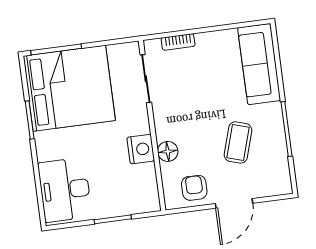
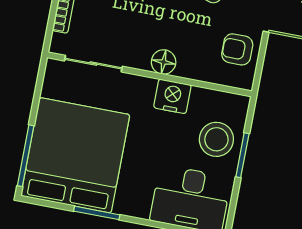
floor lamp: (168, 151) -> (164, 62), moved
stool: (118, 195) -> (216, 139), added

